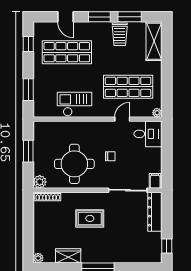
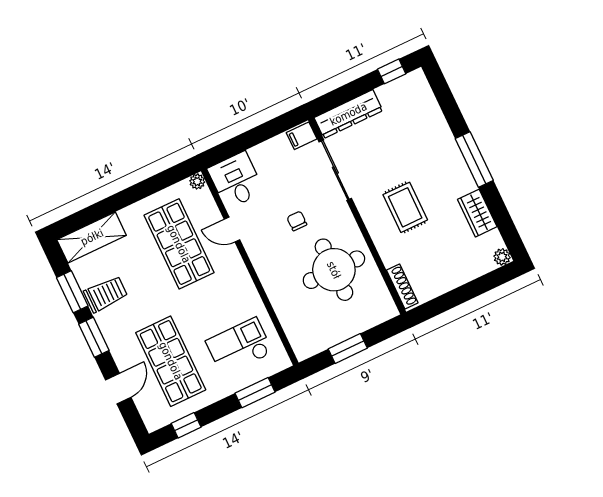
checkout: (75, 104) -> (239, 347), moved, turned 90
plant: (40, 182) -> (386, 309), removed

